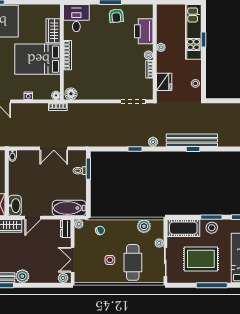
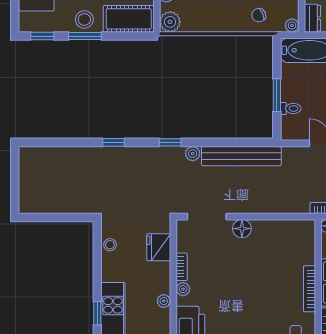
floor lamp: (71, 94) -> (242, 229), moved
bench: (192, 140) -> (241, 156), moved
plant: (153, 142) -> (193, 154), moved
window: (135, 149) -> (170, 142), moved
window: (88, 169) -> (277, 95), moved
plant: (144, 226) -> (170, 22), moved

